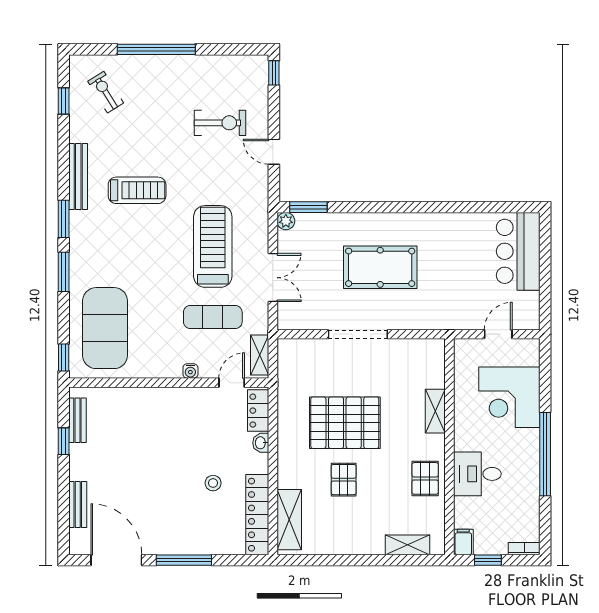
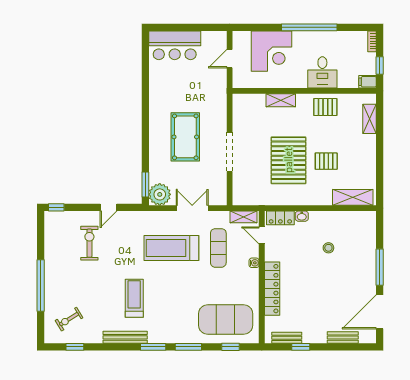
plant: (286, 221) -> (160, 194), width x1.87, depth x1.87
door: (498, 334) -> (230, 59), hinge flipped
window: (64, 358) -> (231, 347), moved
locker: (257, 515) -> (272, 289), moved, turned -90

